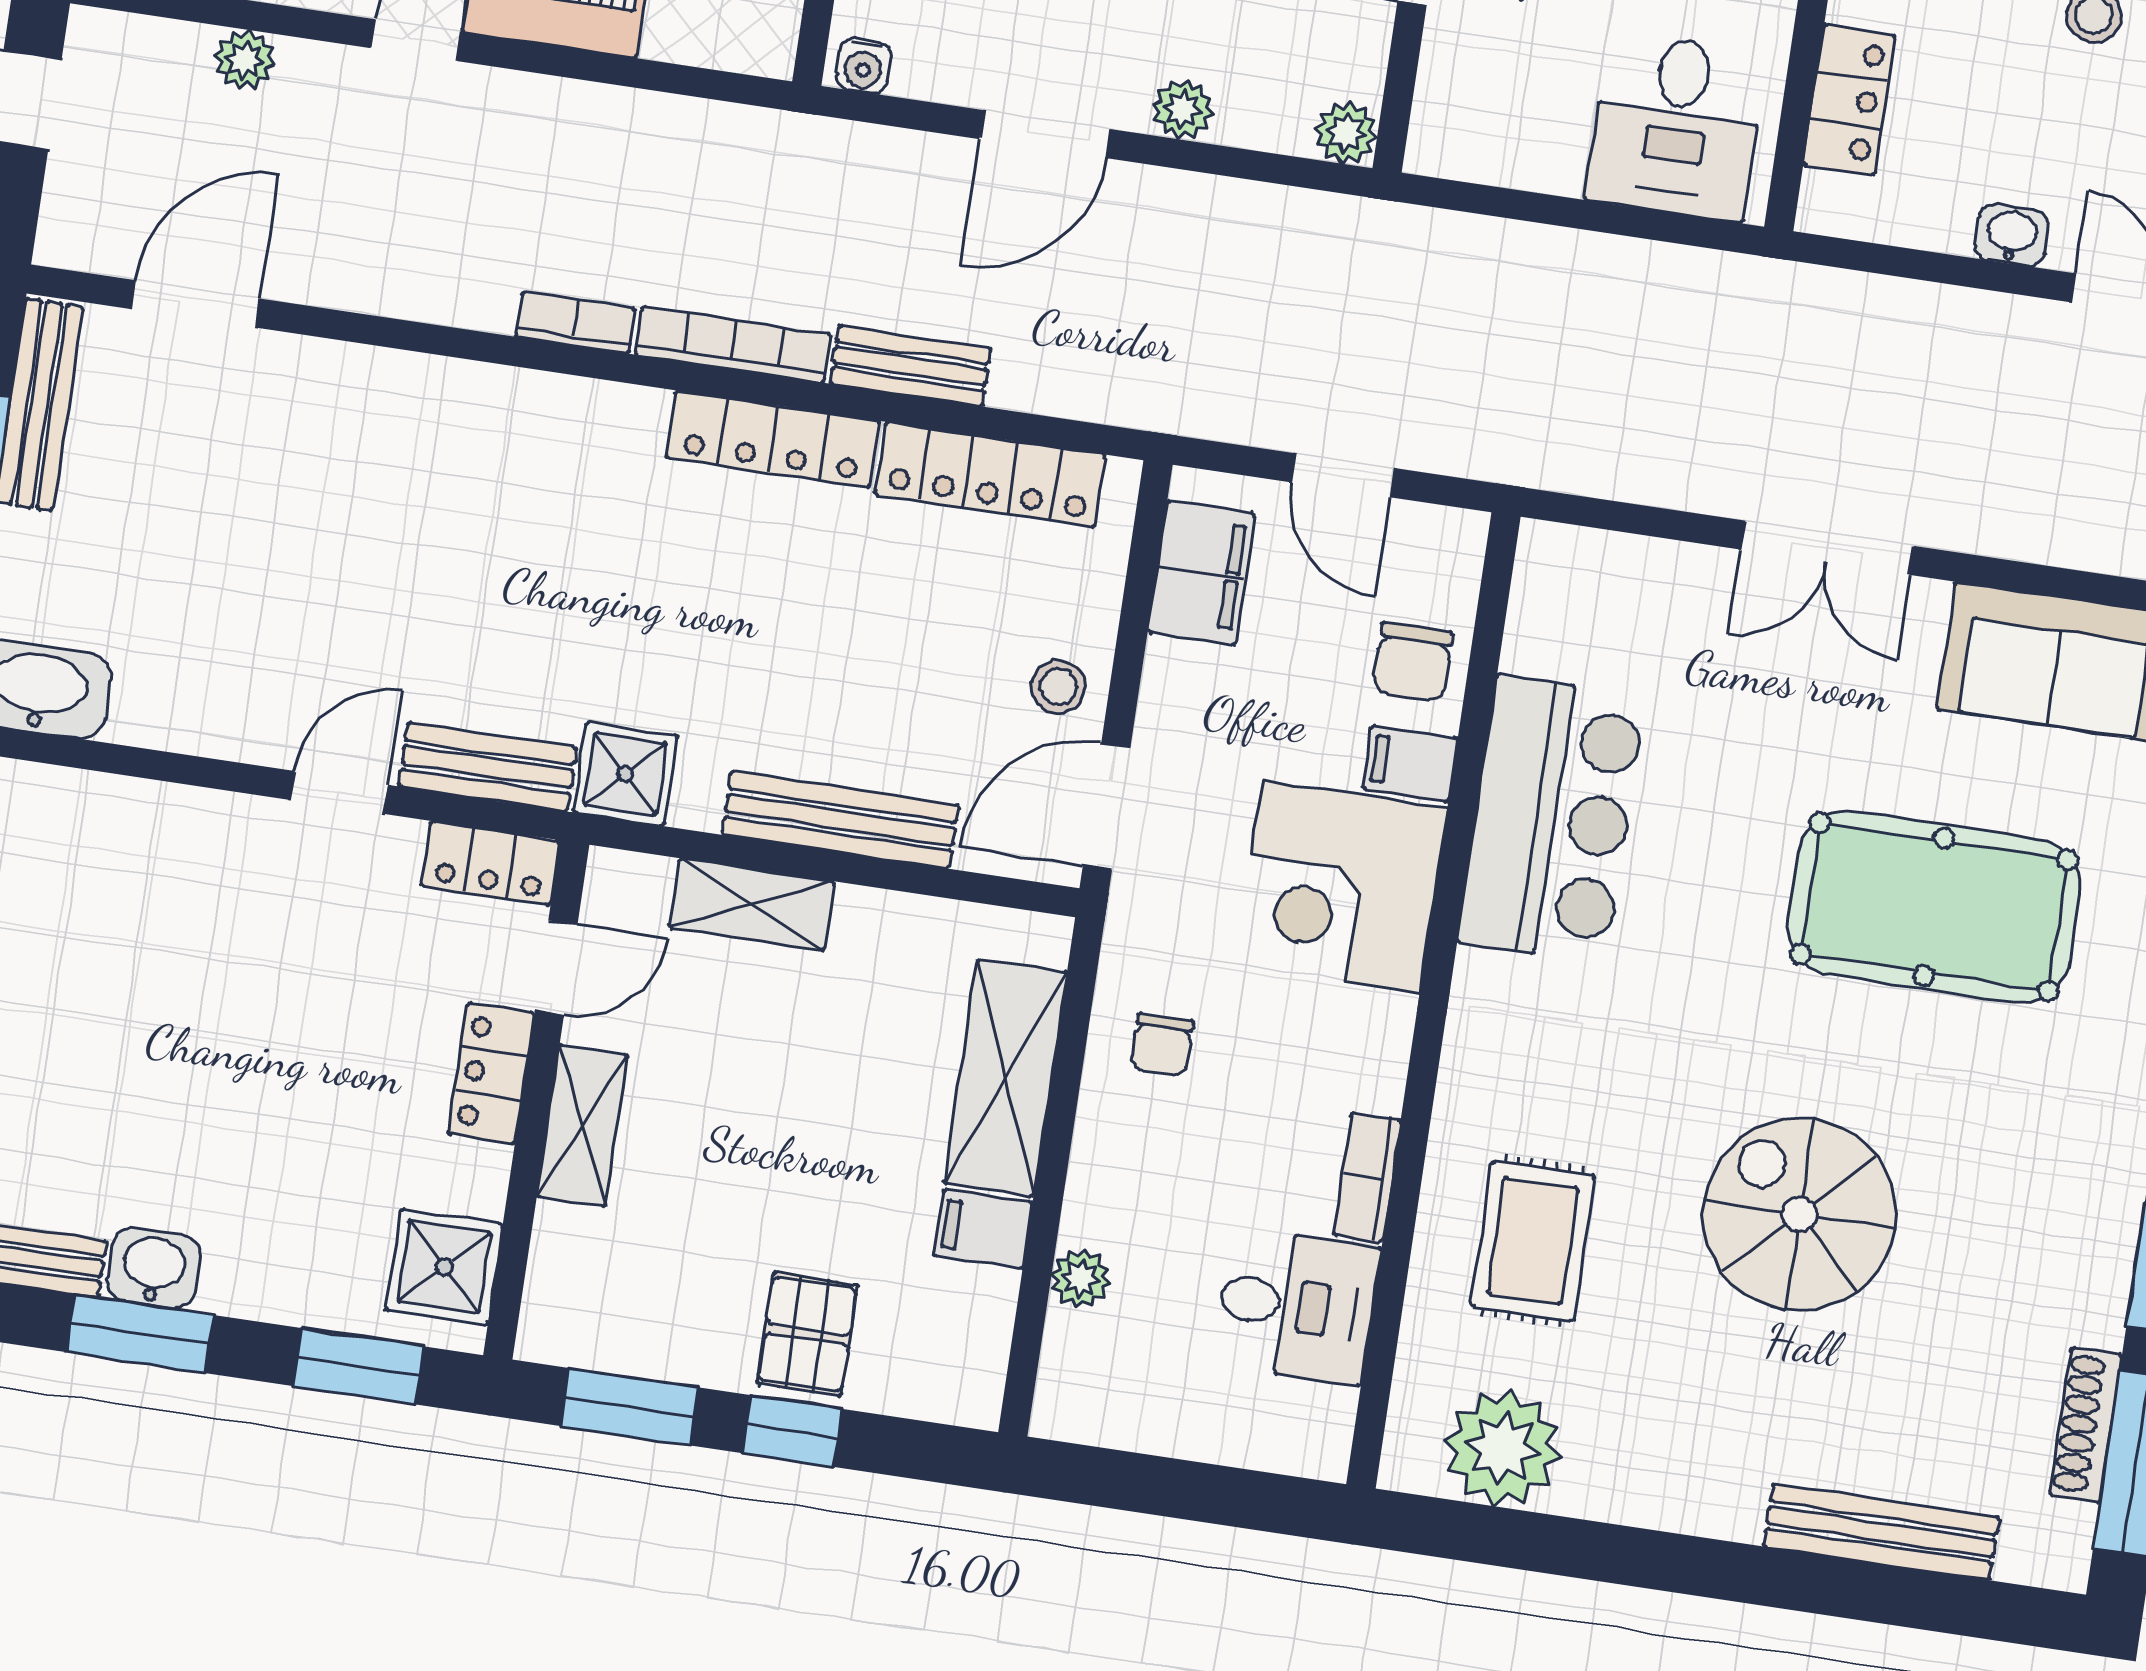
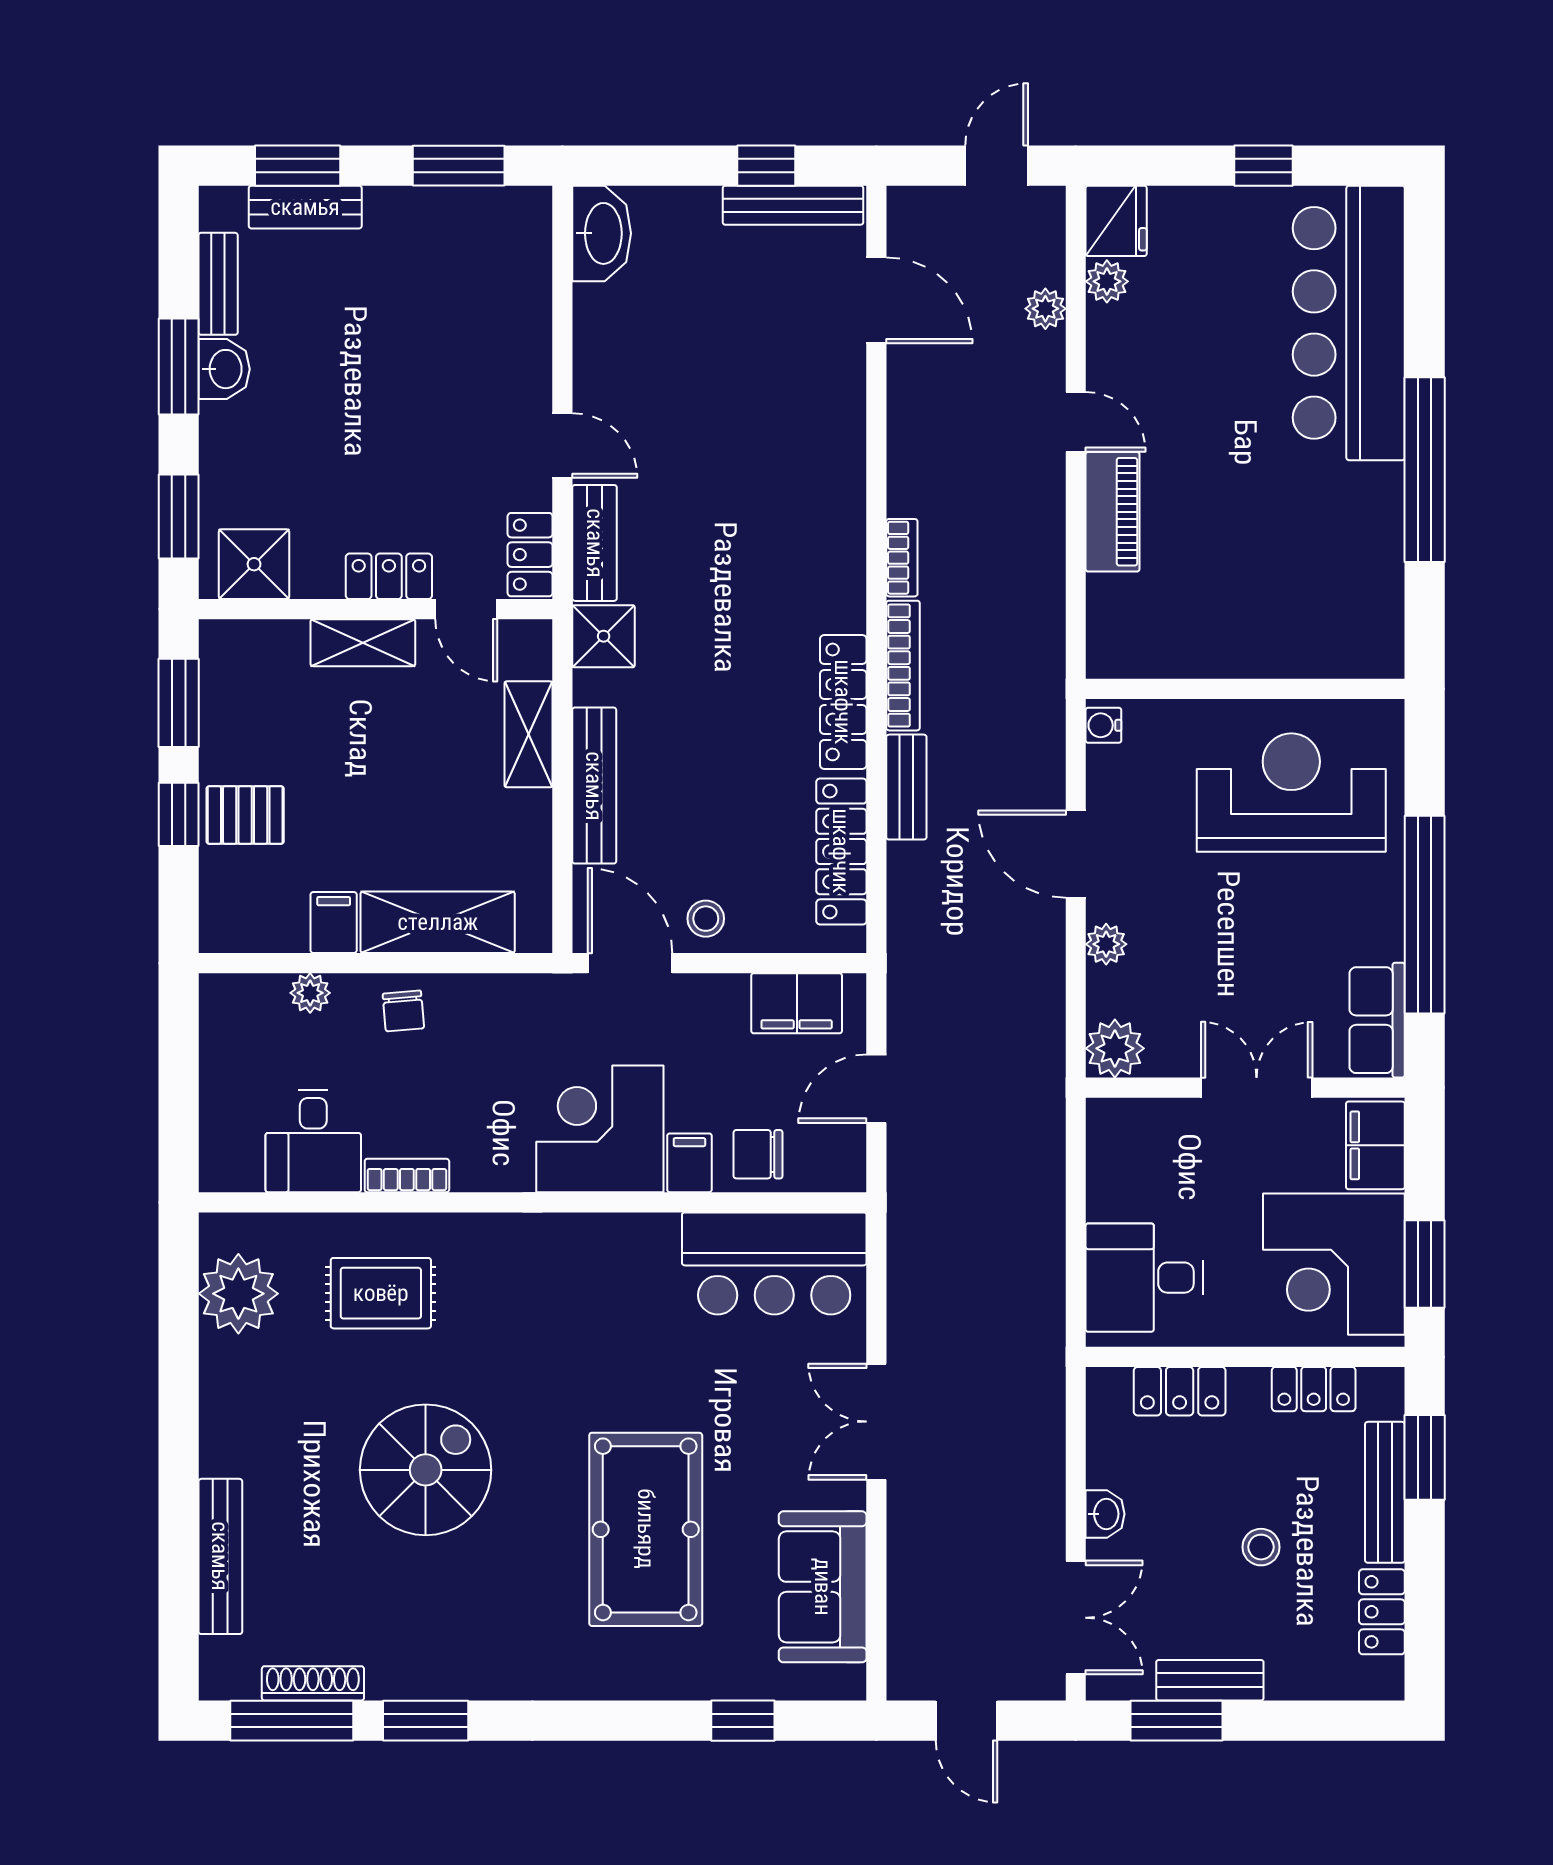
plant: (1346, 133) -> (1115, 1048), width x1.38, depth x1.38
bar counter: (1552, 819) -> (774, 1263), moved
chair: (1162, 1045) -> (403, 1011), moved, turned -95

